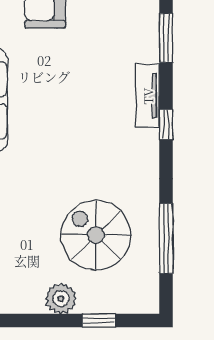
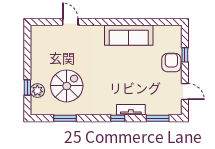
window: (166, 239) -> (65, 118), width x0.69
plant: (61, 299) -> (37, 91), moved

